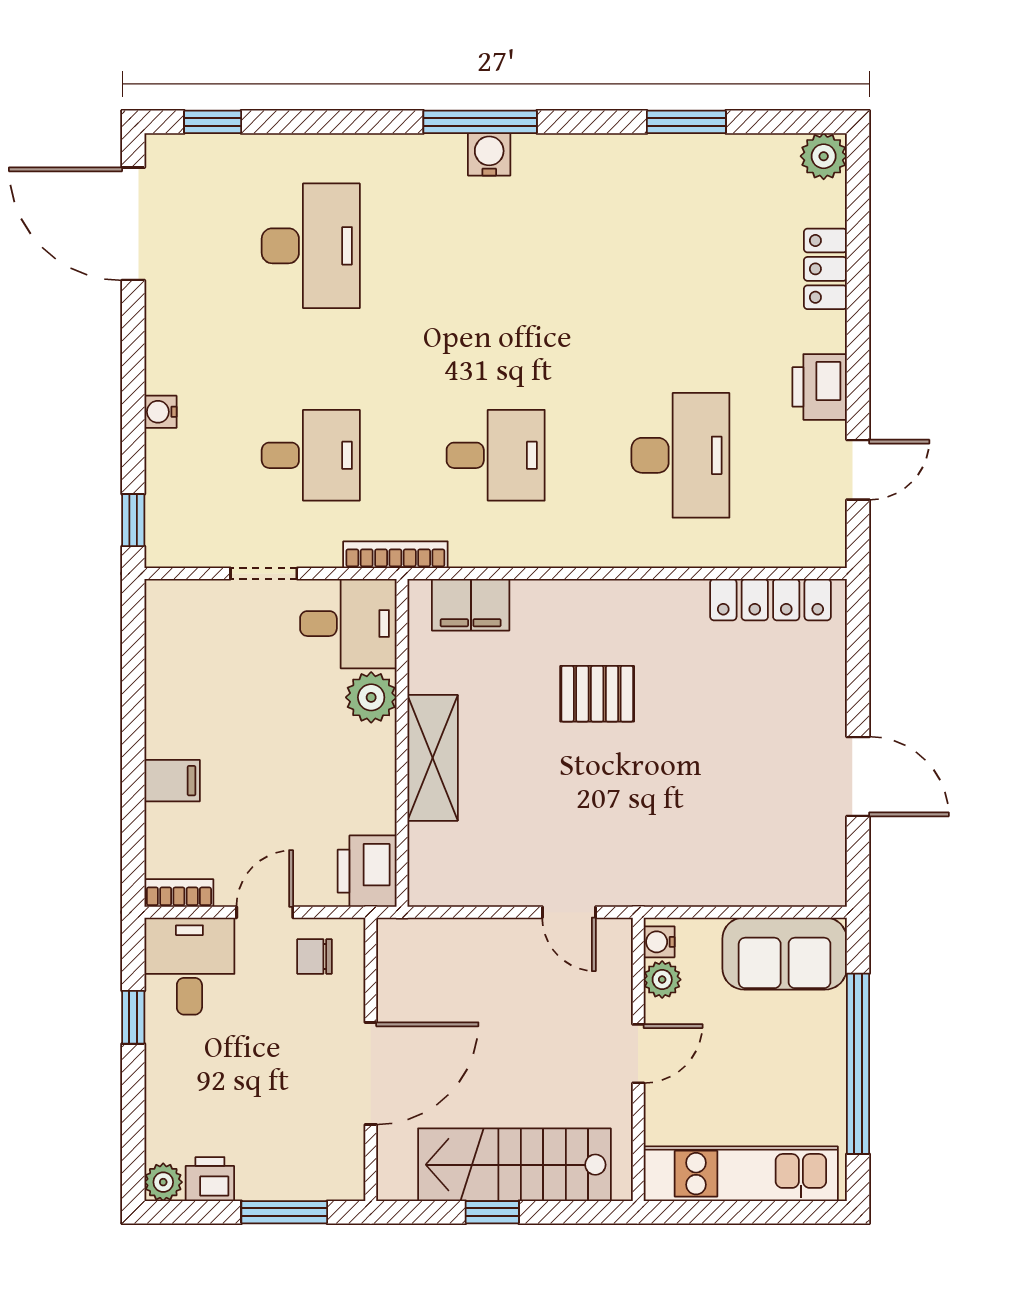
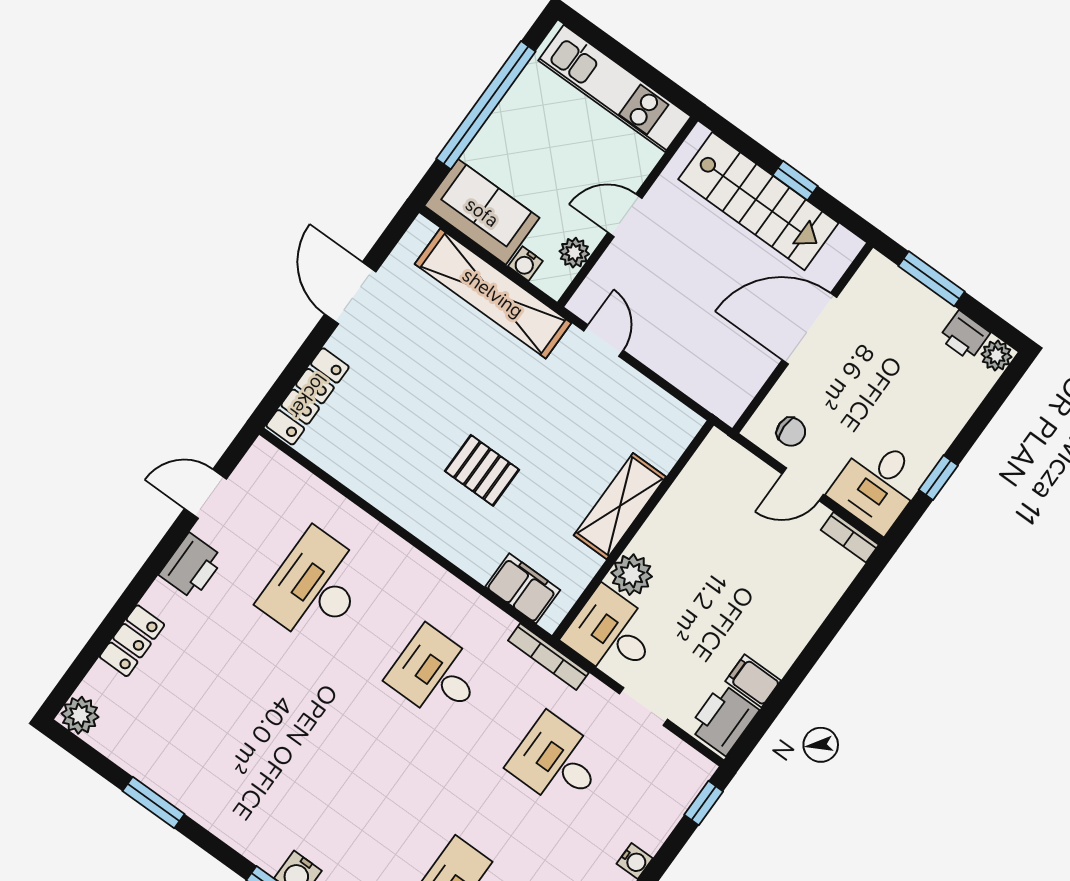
locker: (770, 600) -> (308, 396), moved, turned 90
filing cabinet: (172, 781) -> (753, 681), moved
printer: (367, 871) -> (724, 719), moved, turned 180
shelving: (714, 880) -> (493, 293), added
water cooler: (659, 942) -> (525, 264), moved, turned 90

